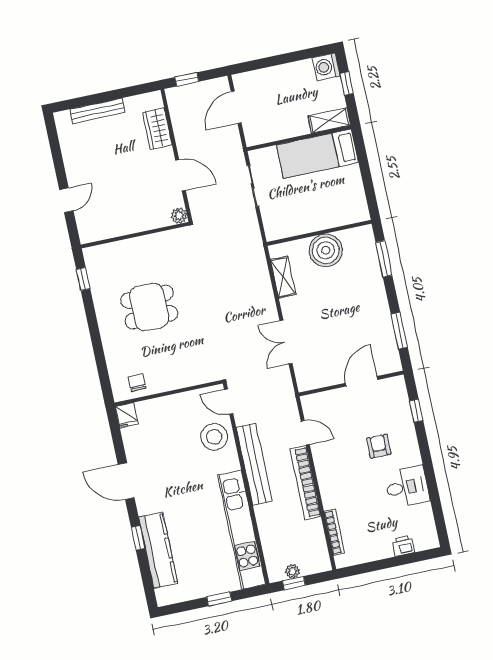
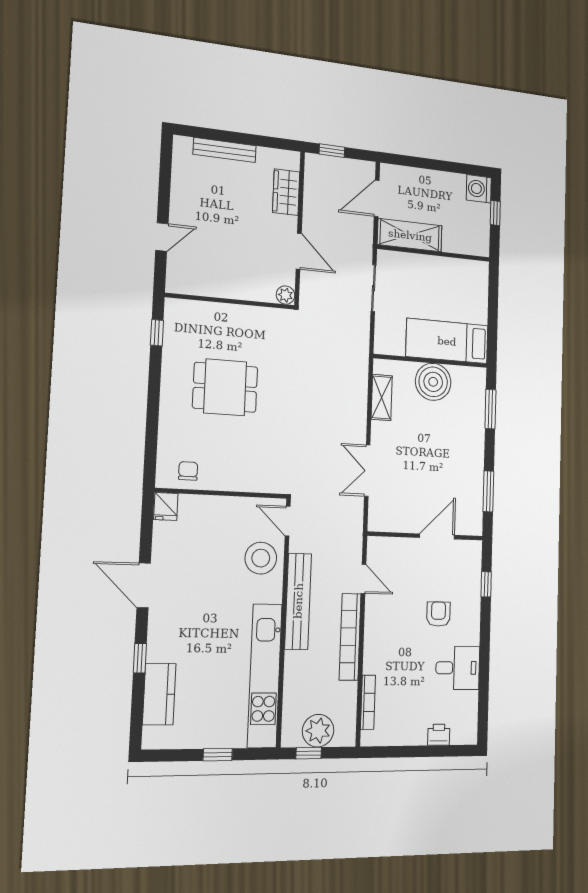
shelving: (329, 121) -> (410, 235), moved, width x1.50, depth x1.33
bed: (318, 154) -> (447, 341), moved
kitchen counter: (158, 550) -> (159, 694), width x0.67
plant: (292, 571) -> (318, 731), width x1.88, depth x1.88

